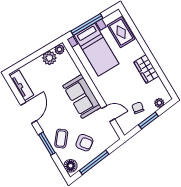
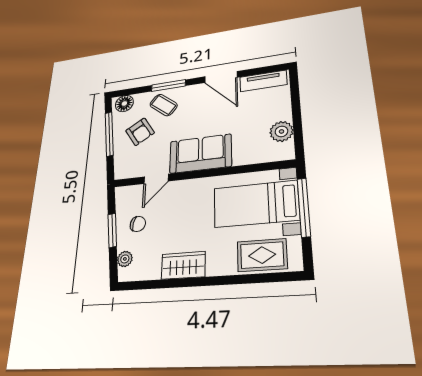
plant: (59, 50) -> (286, 150), removed
armchair: (84, 143) -> (140, 132), turned -85

